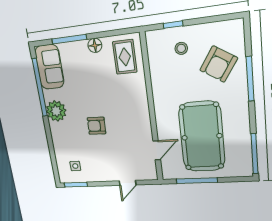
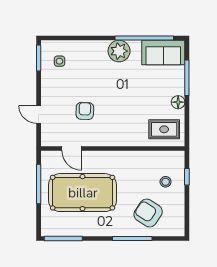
armchair: (96, 126) -> (85, 111), moved

